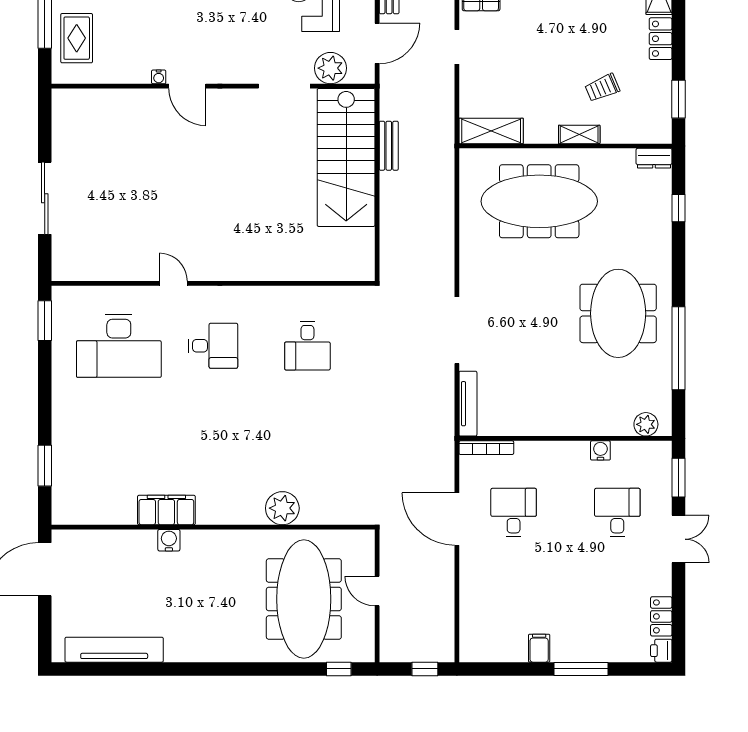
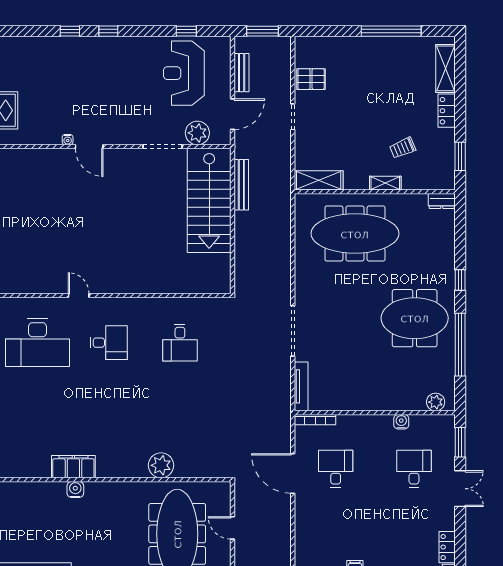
bench: (389, 146) -> (241, 185), width x1.36
window: (678, 208) -> (460, 280), moved
meeting table: (618, 313) -> (415, 318), turned 90

